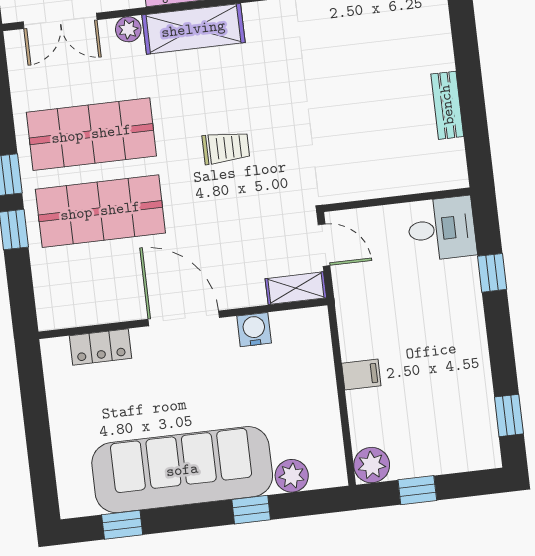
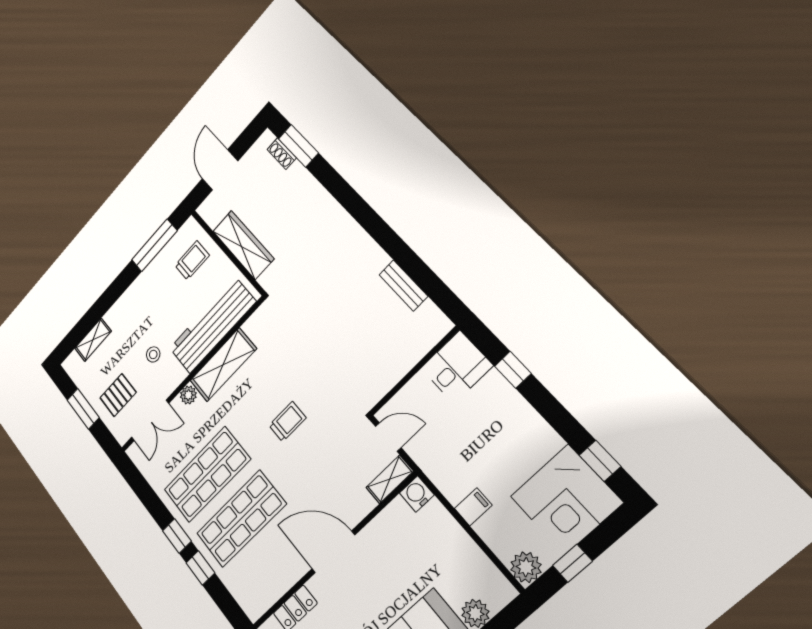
water cooler: (254, 330) -> (417, 494), moved
corner desk: (453, 429) -> (566, 500), added

